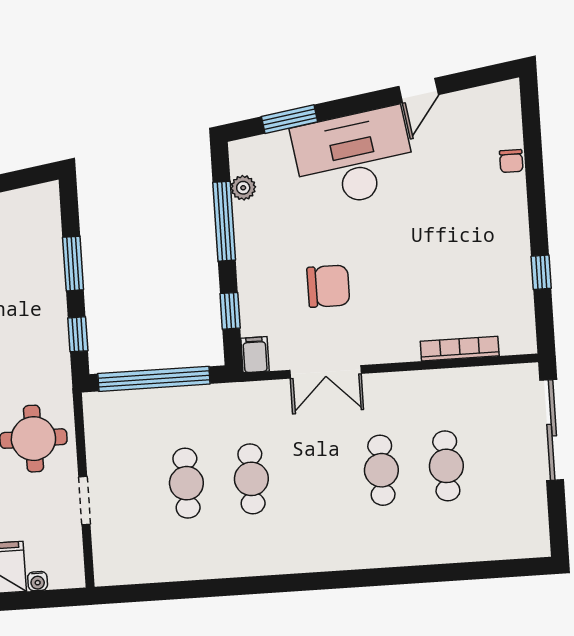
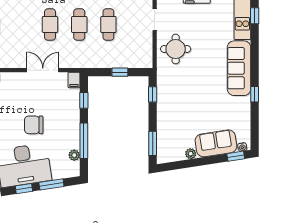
window: (350, 106) -> (24, 189), added
window: (73, 264) -> (153, 143), moved
chair: (328, 286) -> (34, 125), moved
window: (154, 379) -> (120, 72), width x0.32
cafe table: (381, 470) -> (50, 25), moved

